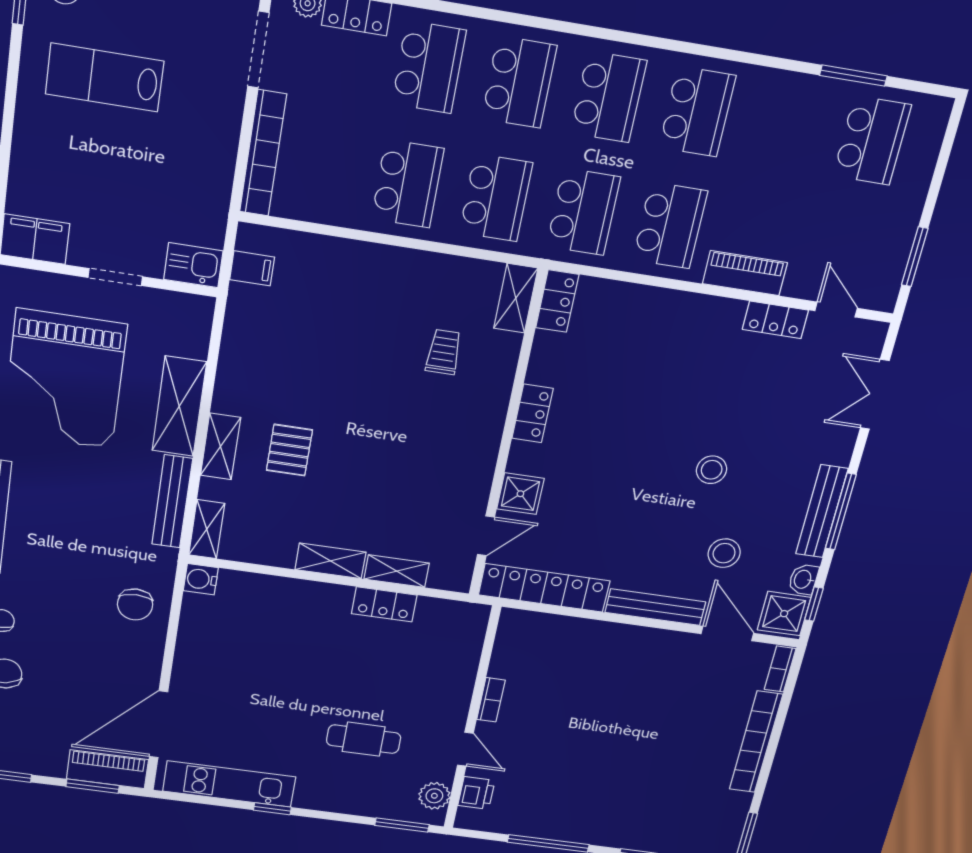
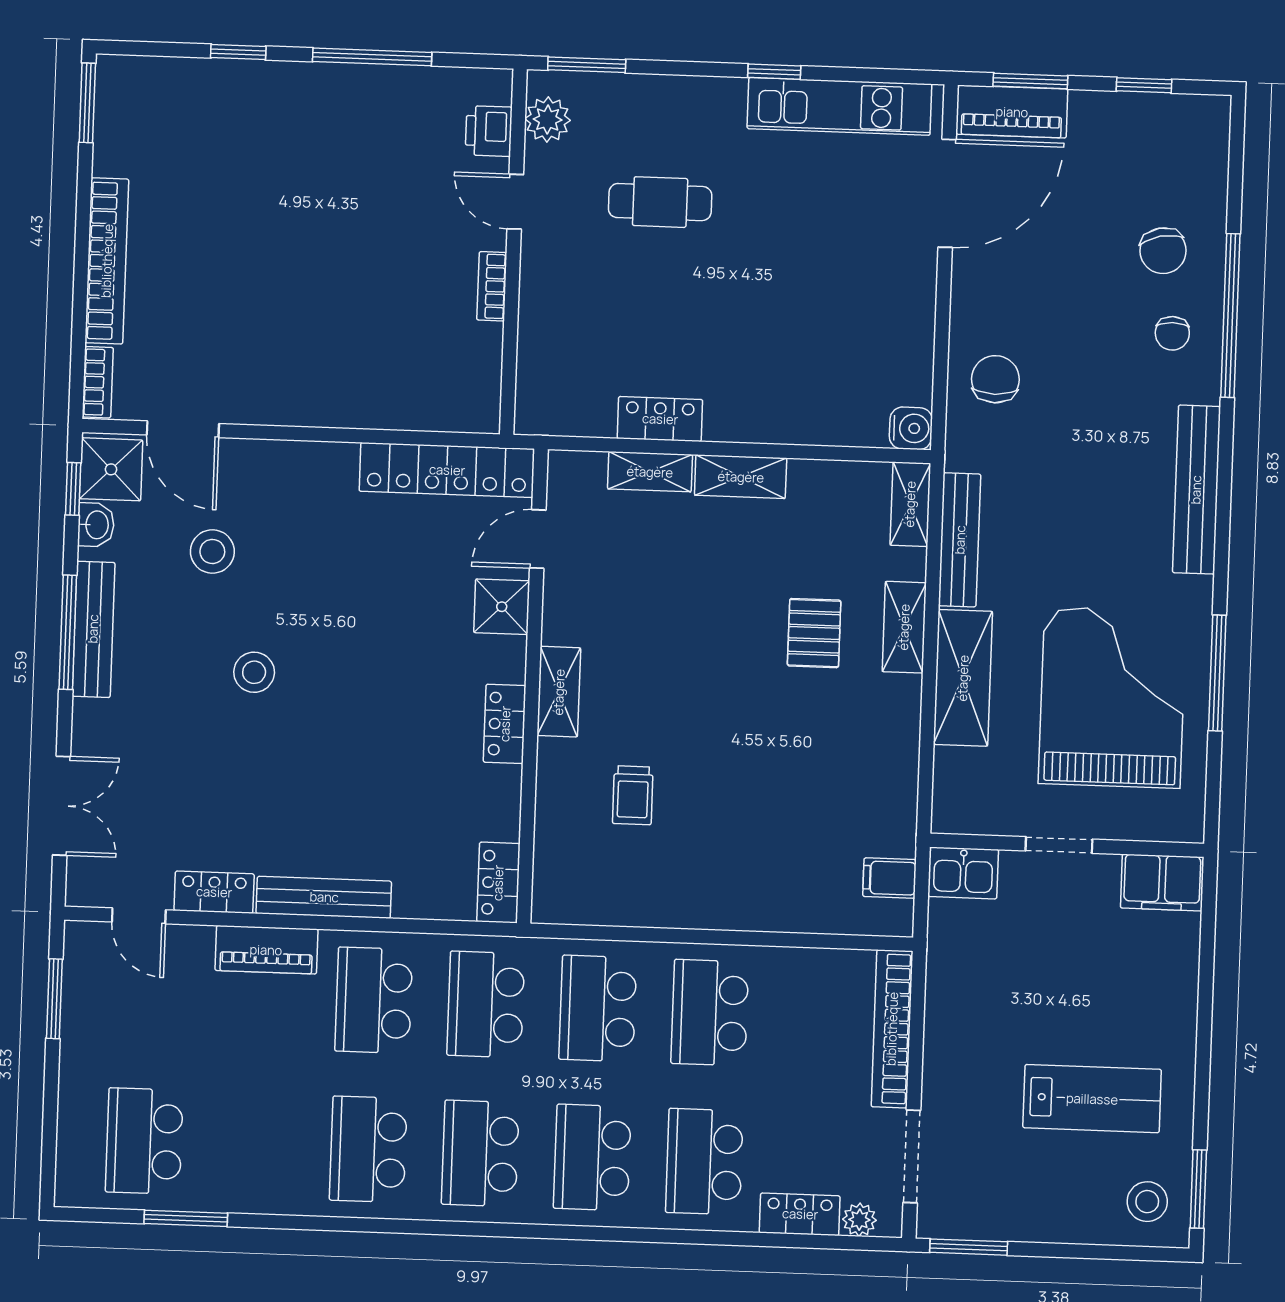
shelving: (516, 298) -> (559, 692), moved
bench: (655, 607) -> (324, 897), moved

